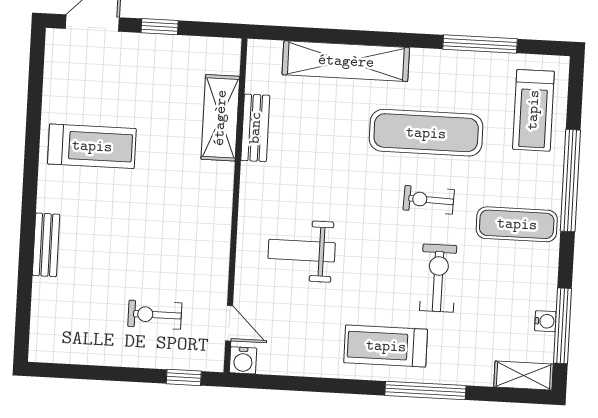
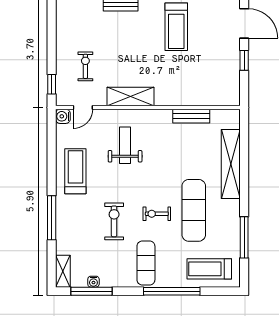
shelving: (220, 118) -> (130, 97), moved
exercise bike: (429, 200) -> (157, 214), turned -92
exercise bike: (438, 278) -> (114, 221), turned -90
treadmill: (386, 346) -> (75, 171), moved

